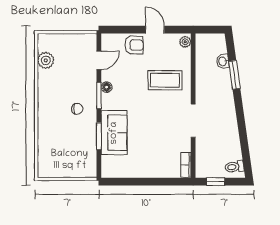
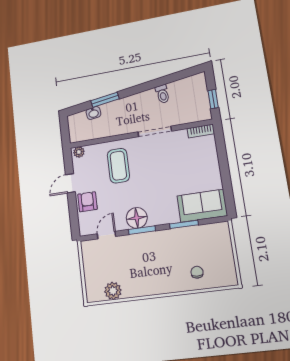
door: (99, 60) -> (107, 235), hinge flipped
floor lamp: (107, 87) -> (137, 218), width x1.89, depth x1.89
chair: (77, 109) -> (197, 272), moved
sofa: (114, 133) -> (202, 206), moved
toilet: (234, 167) -> (163, 94), moved

